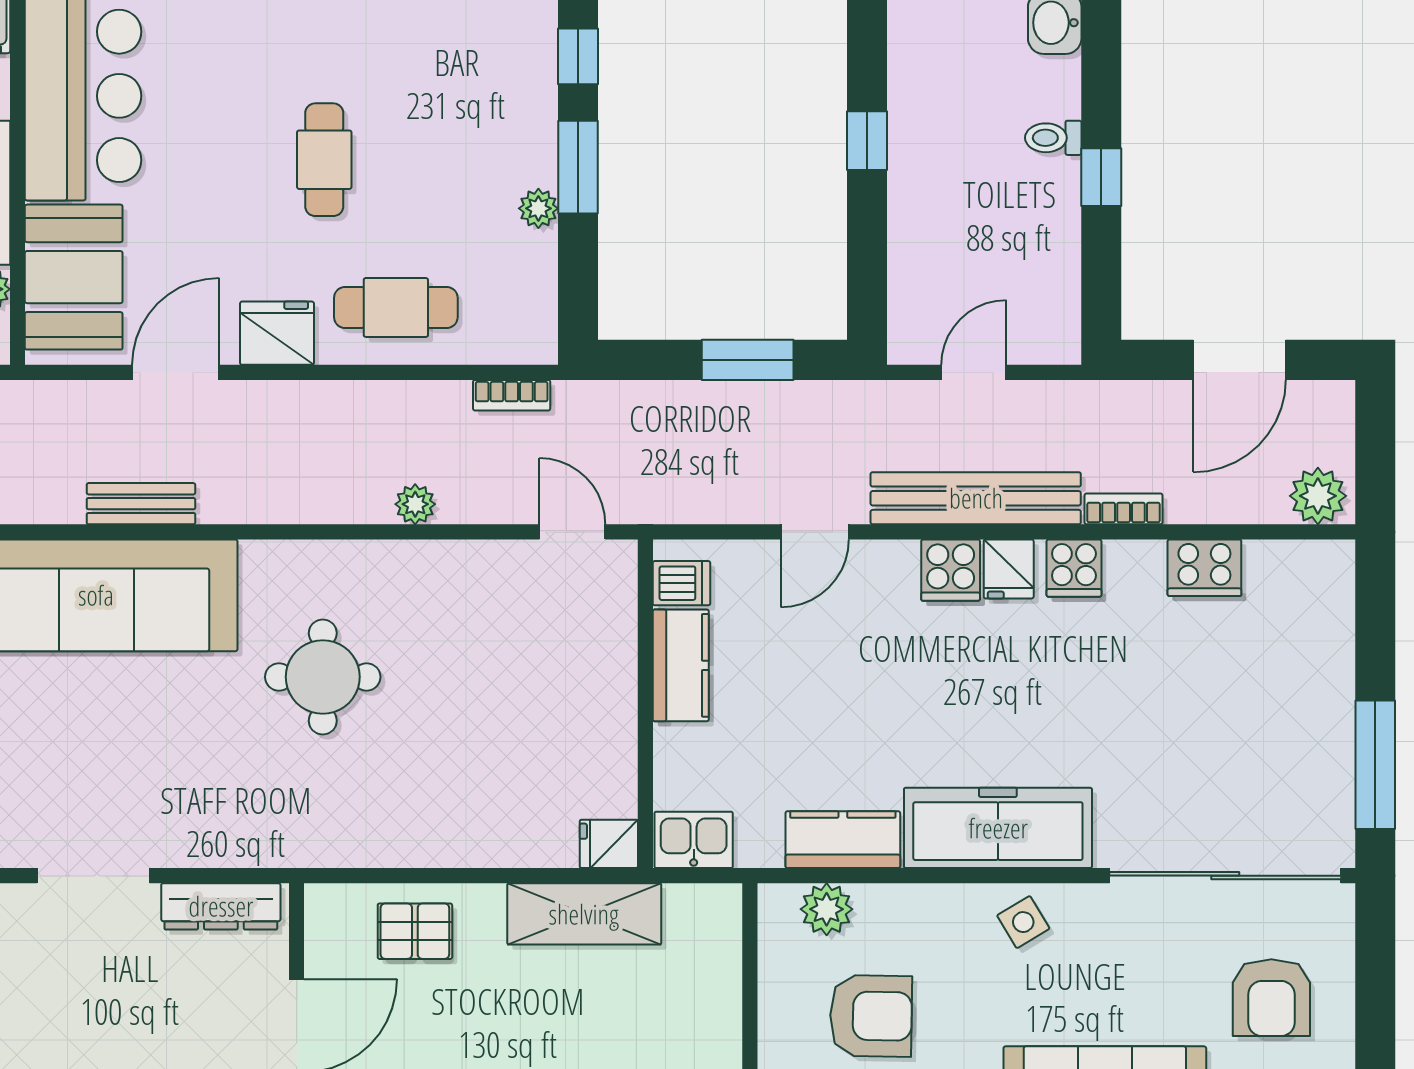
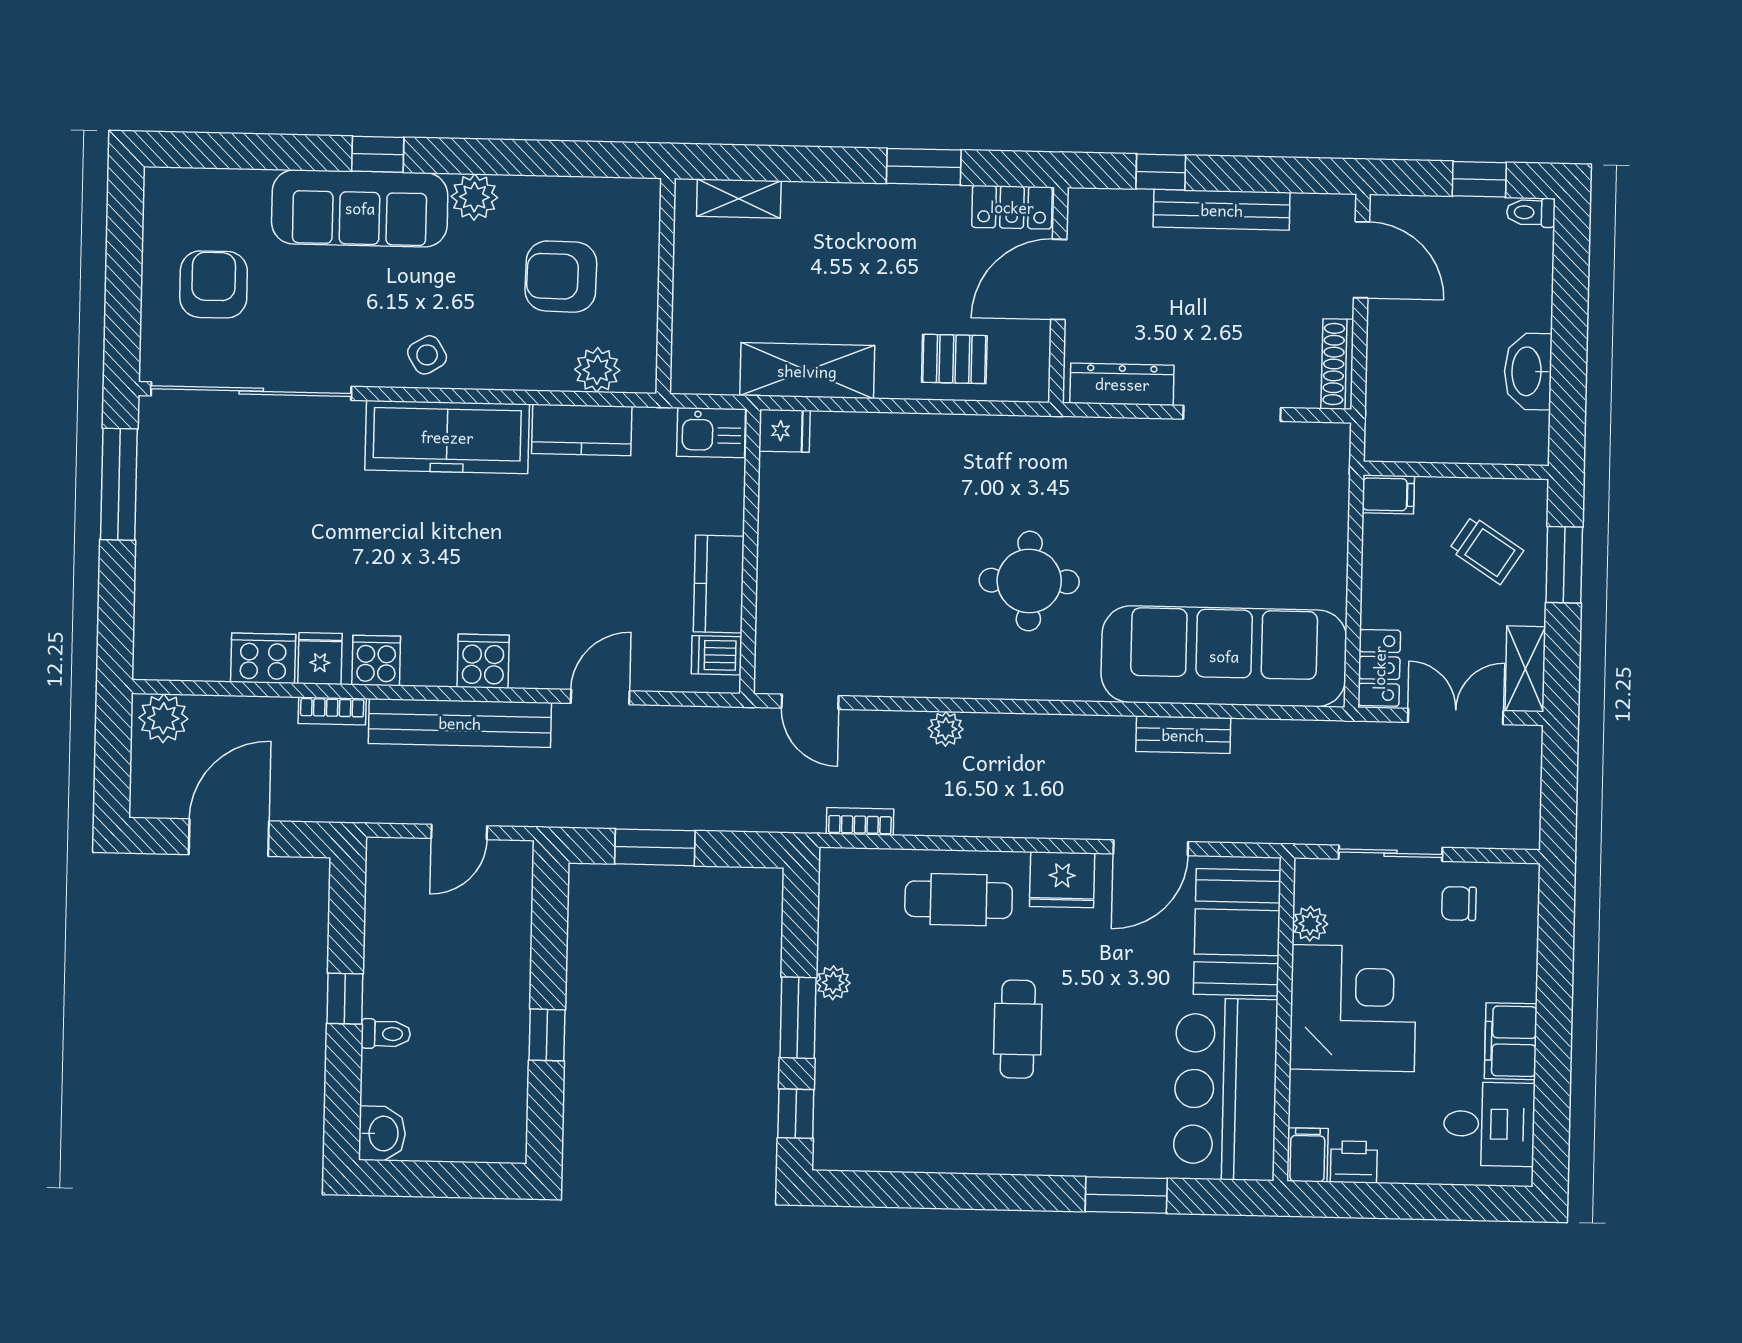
fridge: (1009, 569) -> (320, 659), moved

